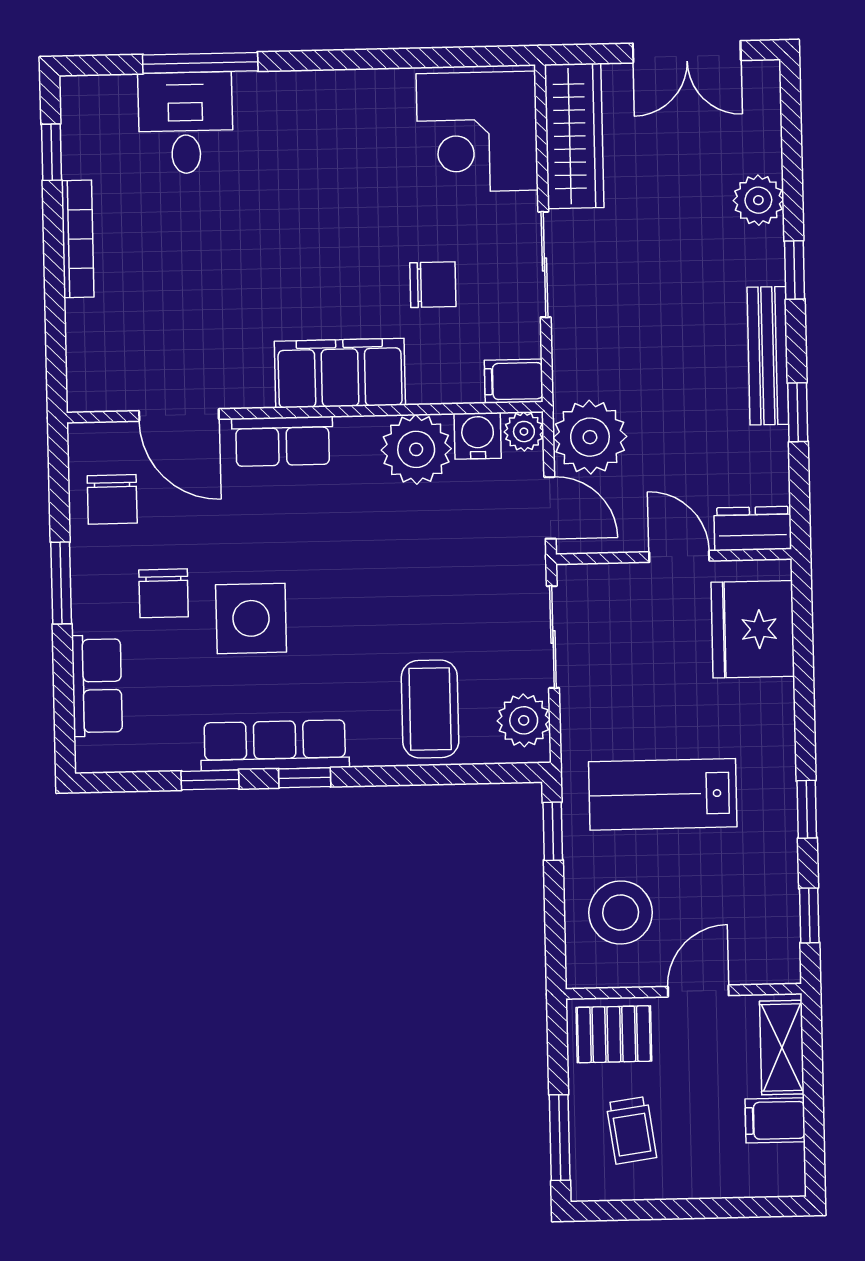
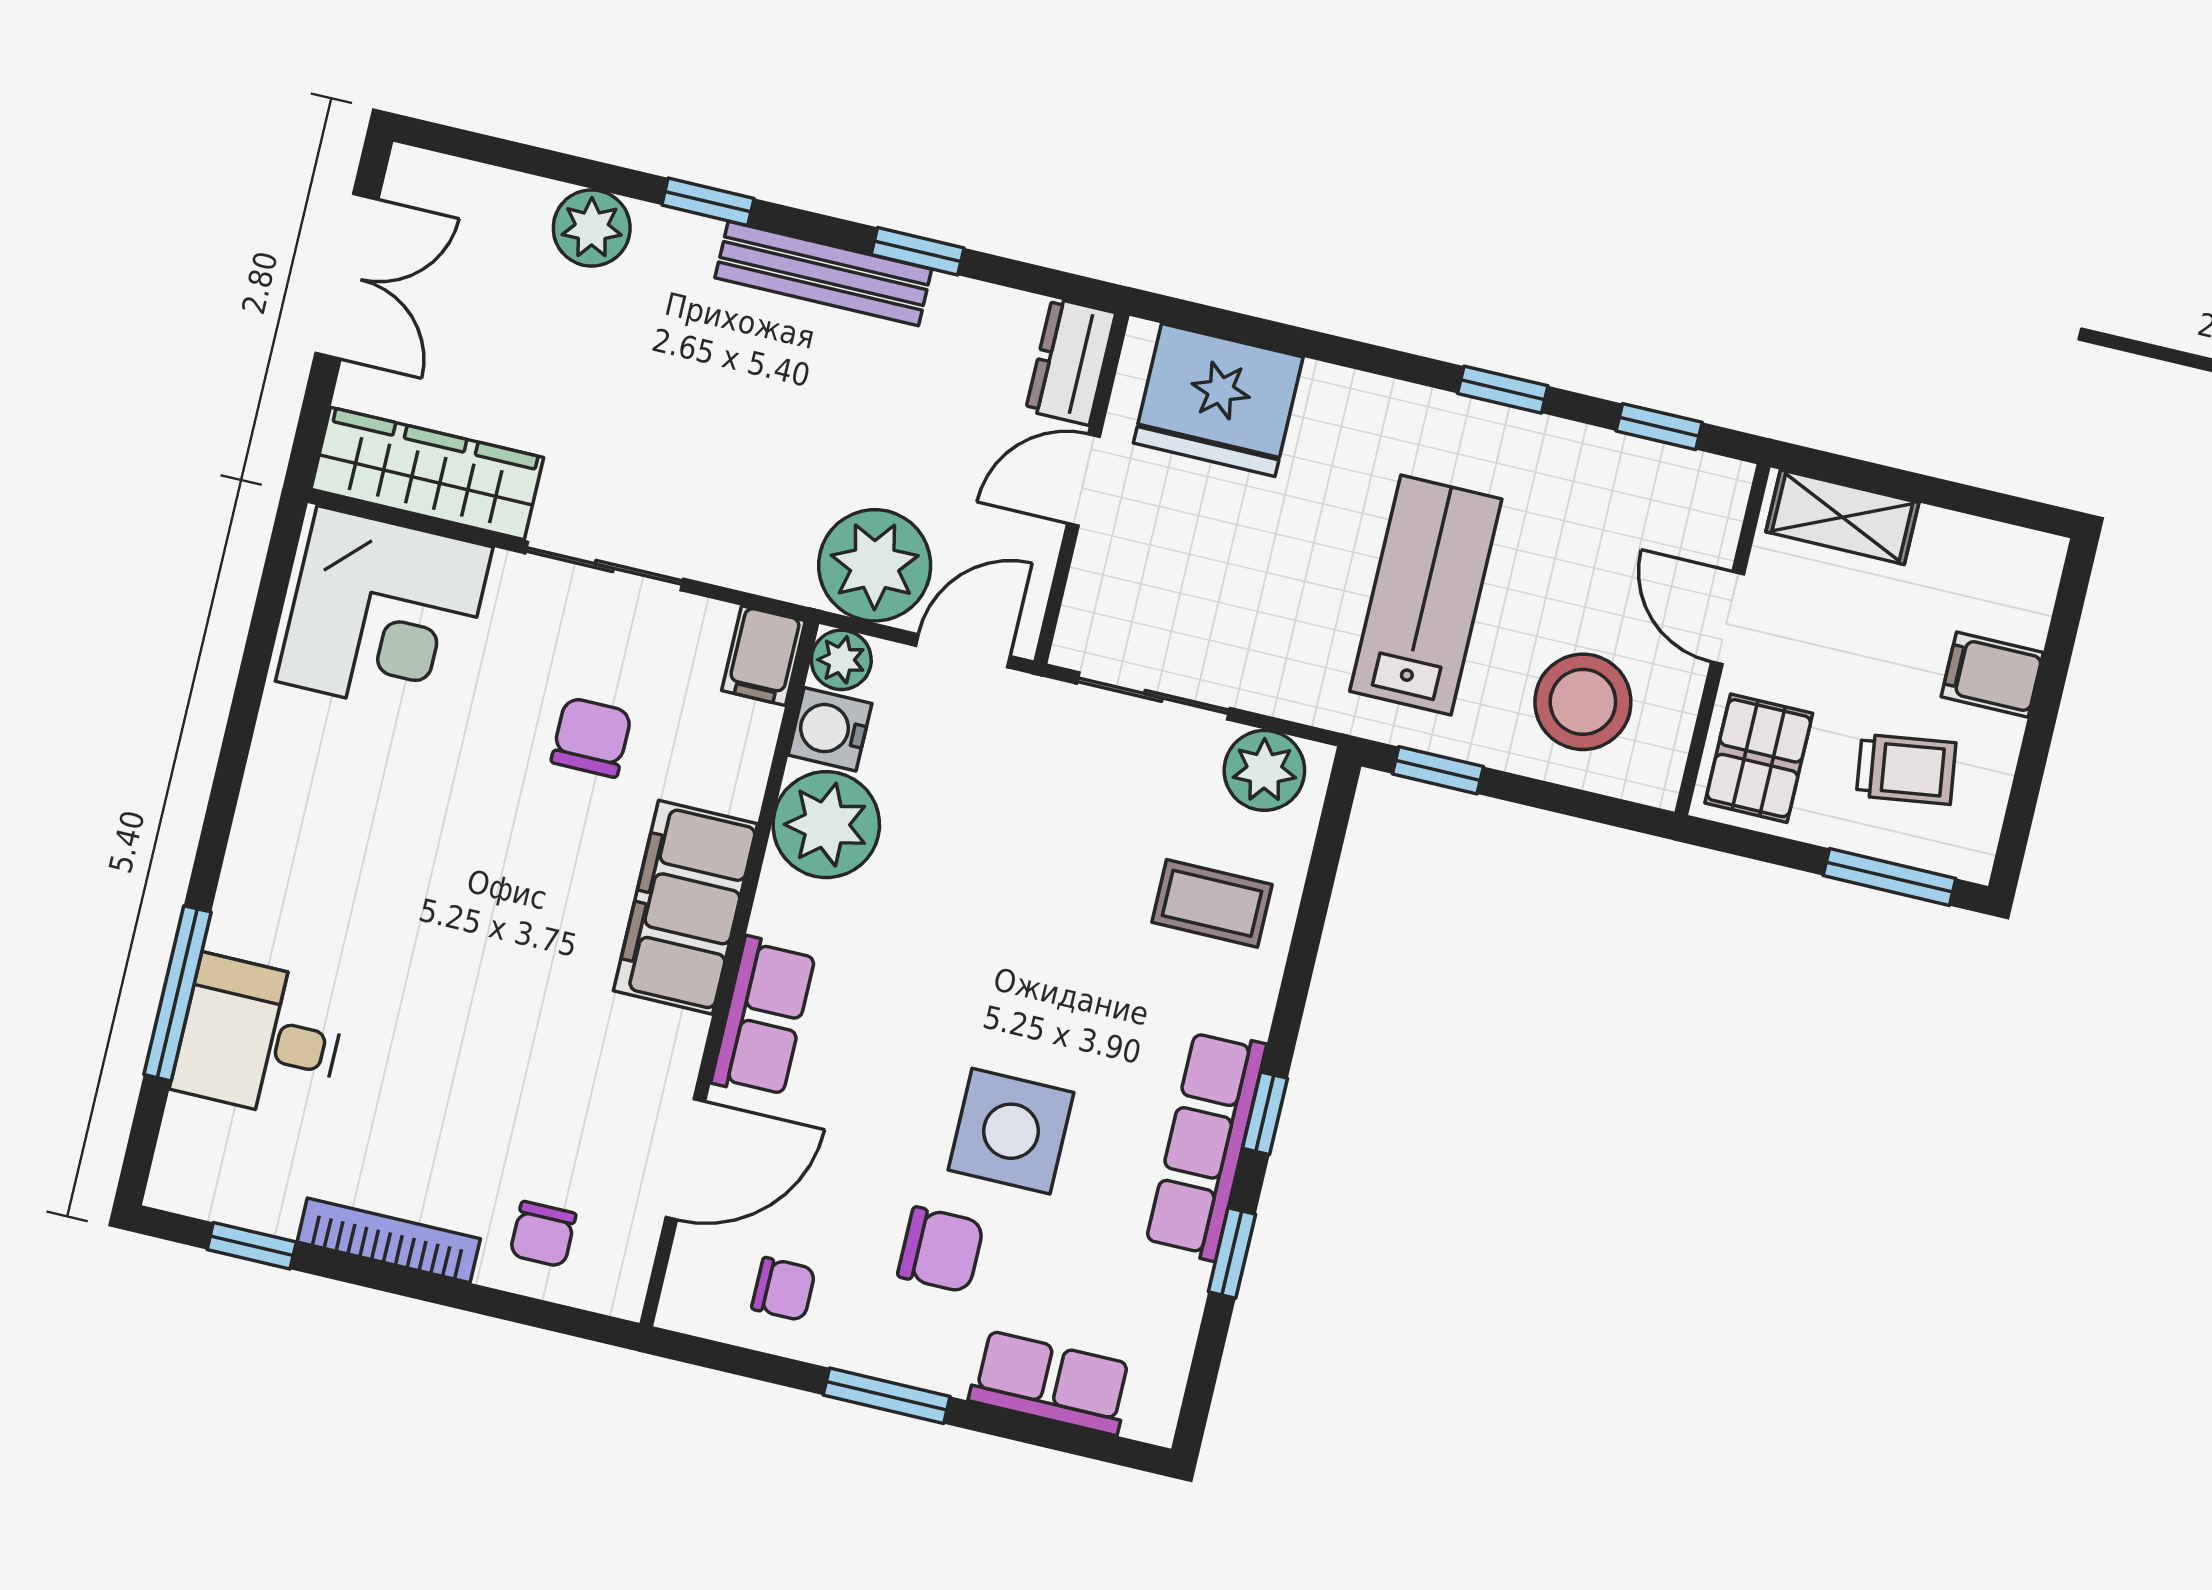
chair: (107, 336) -> (543, 1234), added
chair: (112, 499) -> (784, 1289), width x0.73, depth x0.73
coffee table: (430, 709) -> (1212, 903), width x0.73, depth x0.77
lab bench: (663, 794) -> (1426, 595), turned 180
filing cabinet: (775, 1120) -> (1992, 675), moved, turned 90

